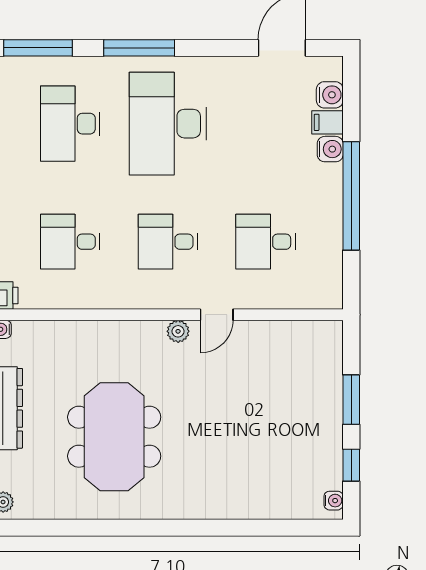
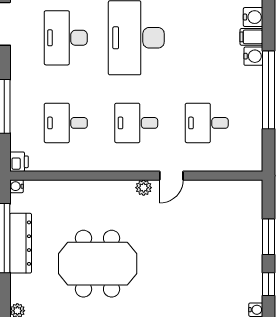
meeting table: (114, 437) -> (98, 264), turned 90

